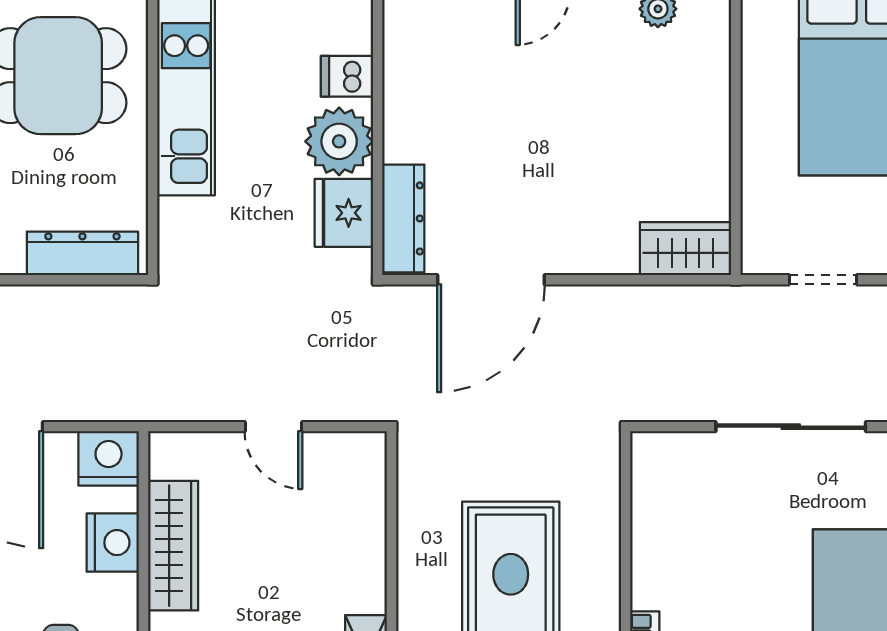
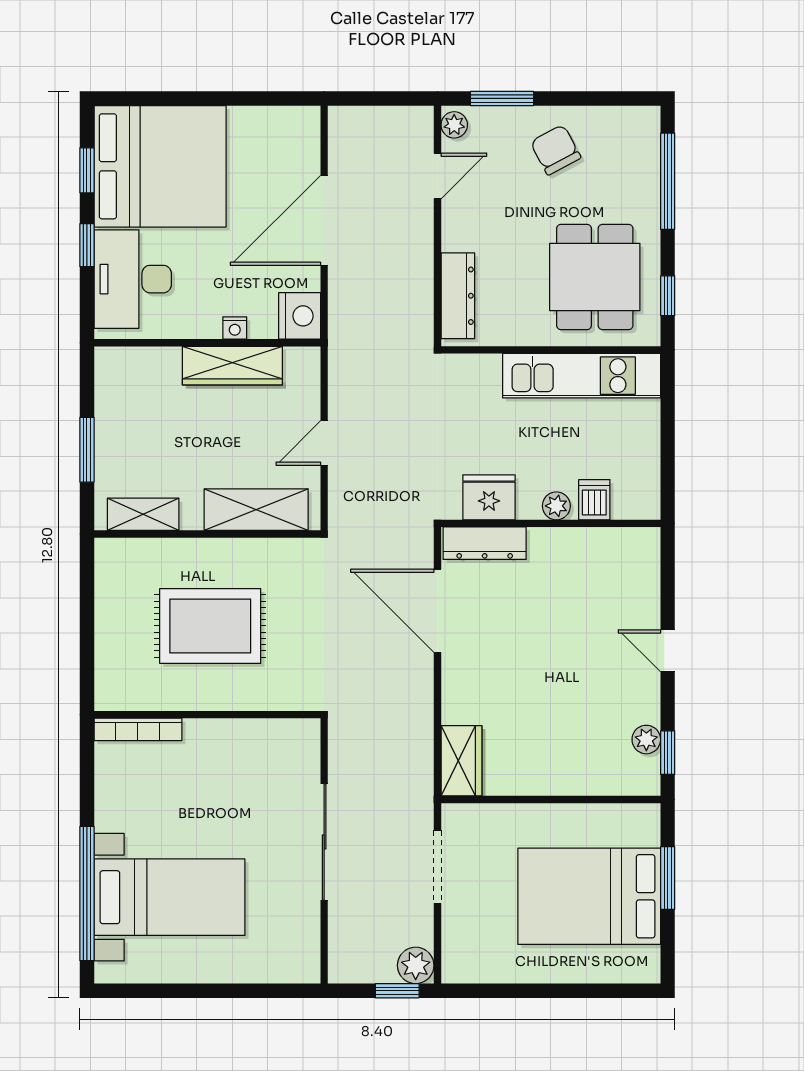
plant: (339, 141) -> (556, 506), width x0.53, depth x0.53
doorway: (823, 280) -> (437, 867), width x1.38
shelving: (360, 515) -> (256, 510), added
nightstand: (113, 543) -> (235, 328), width x0.53, depth x0.56

